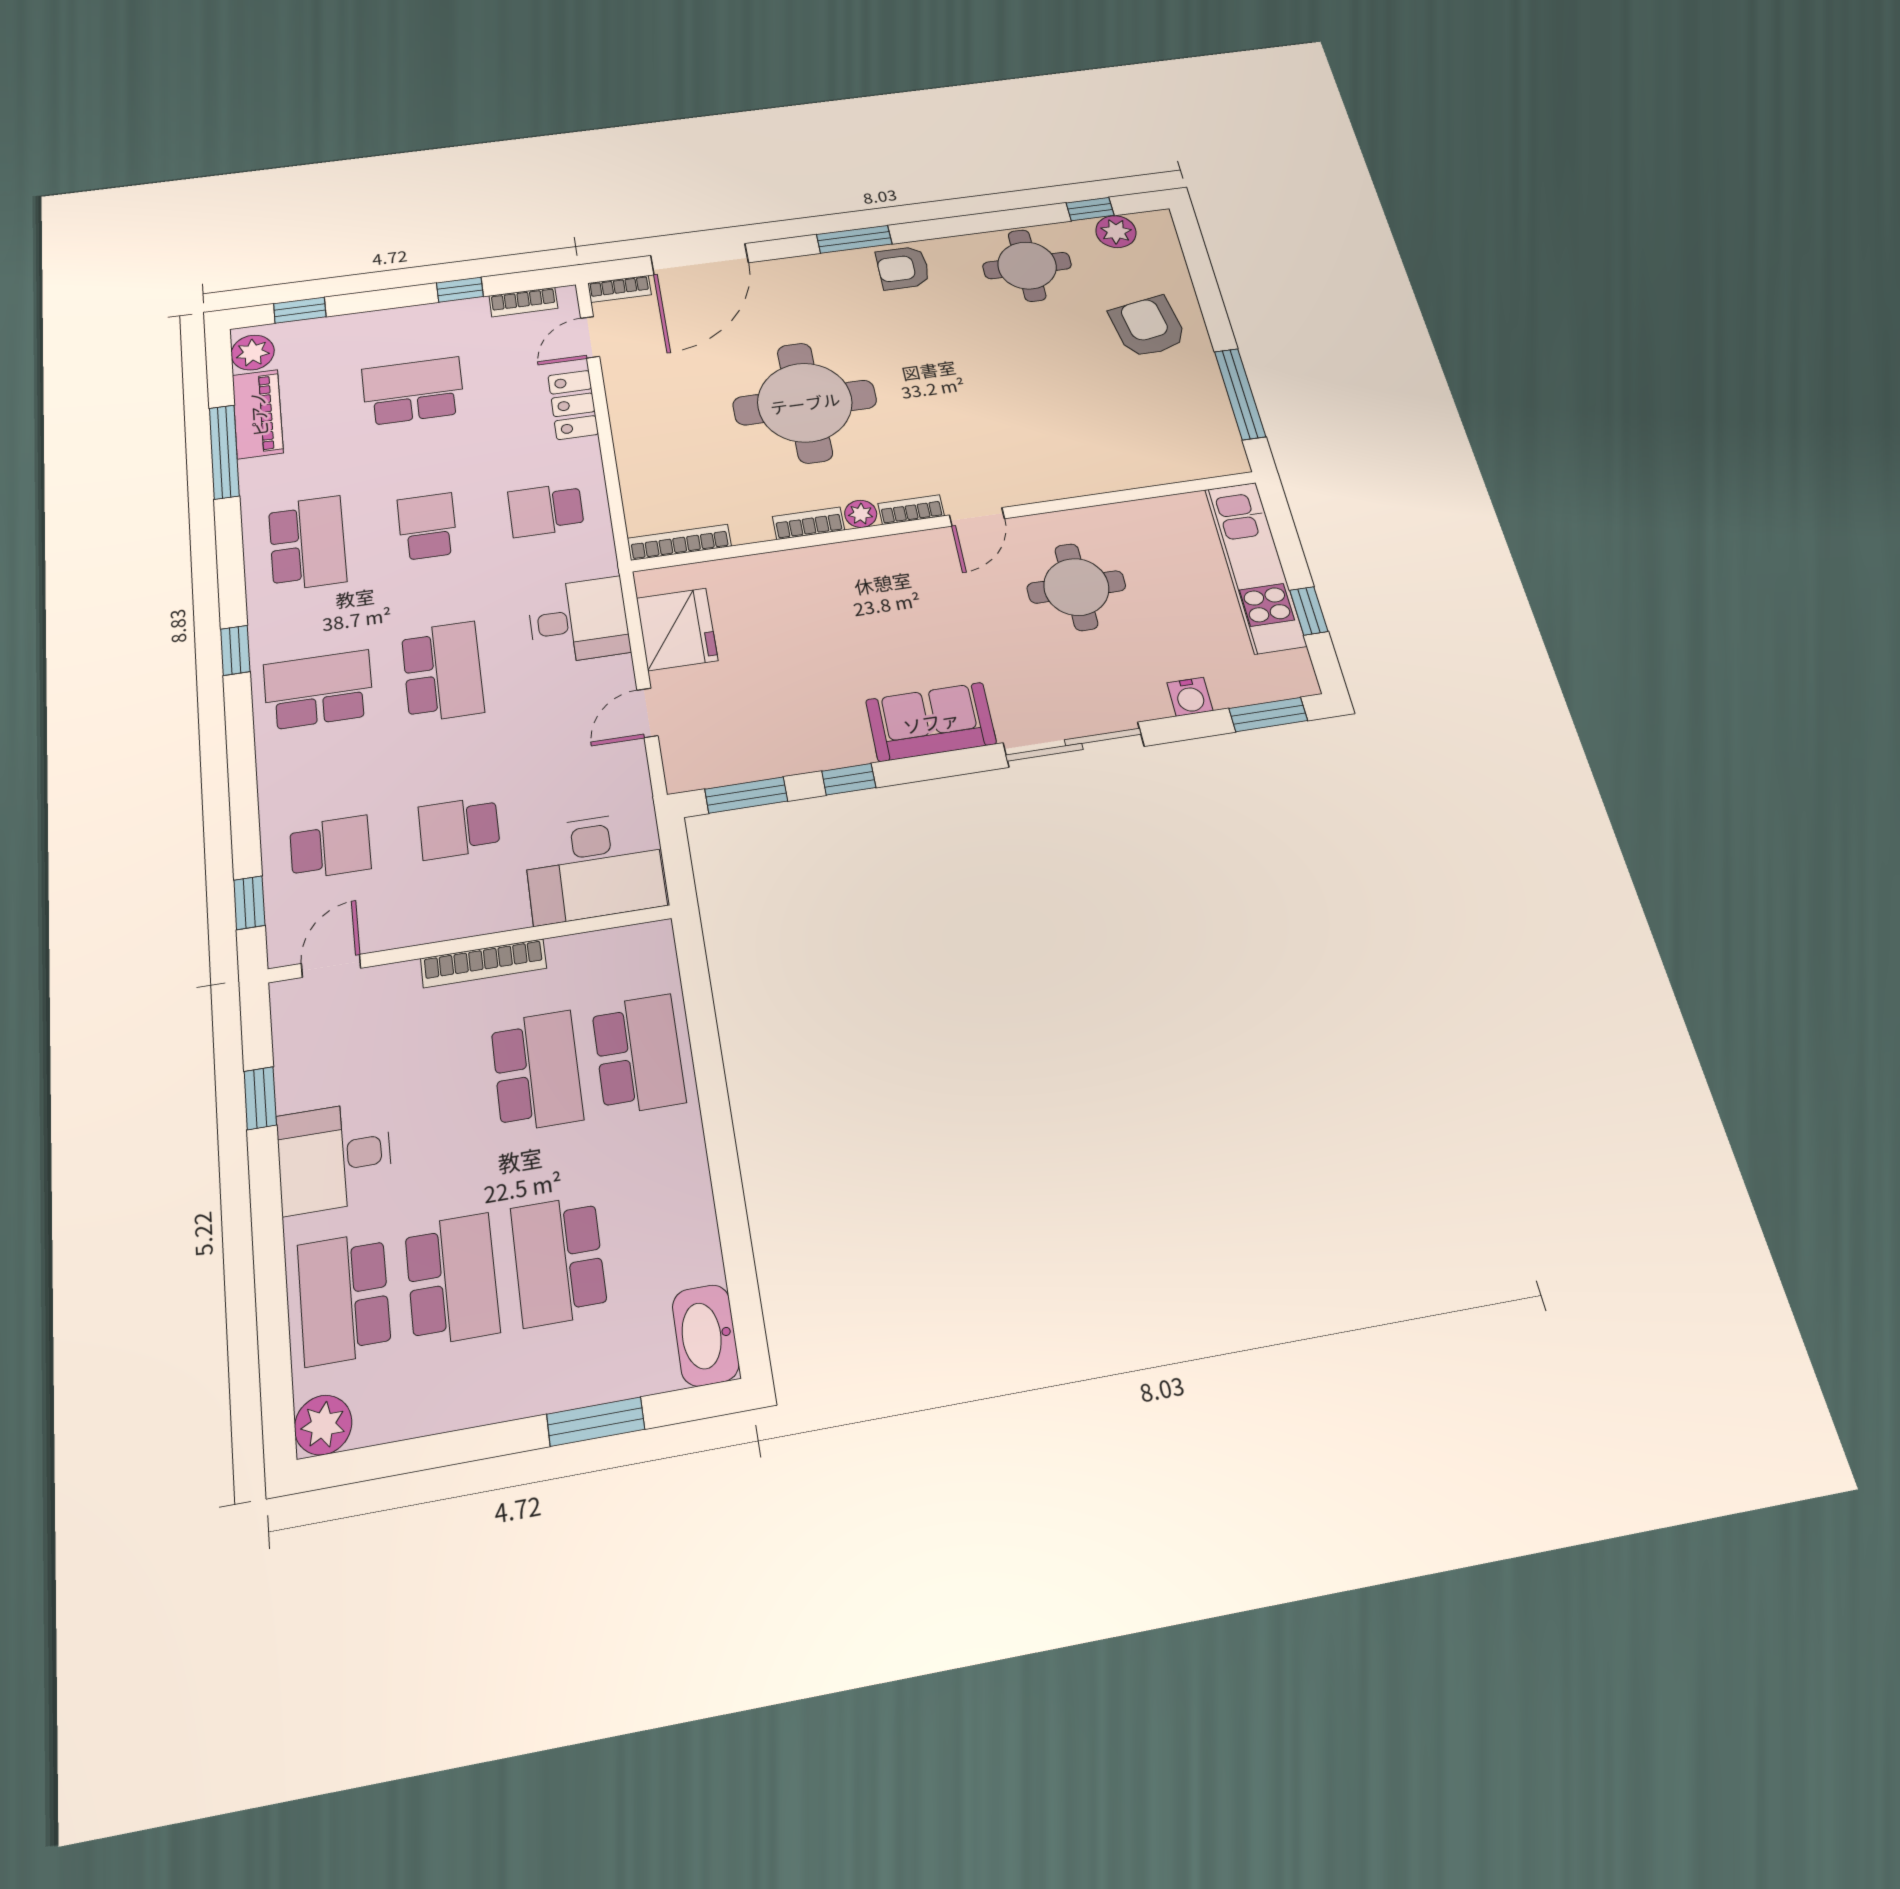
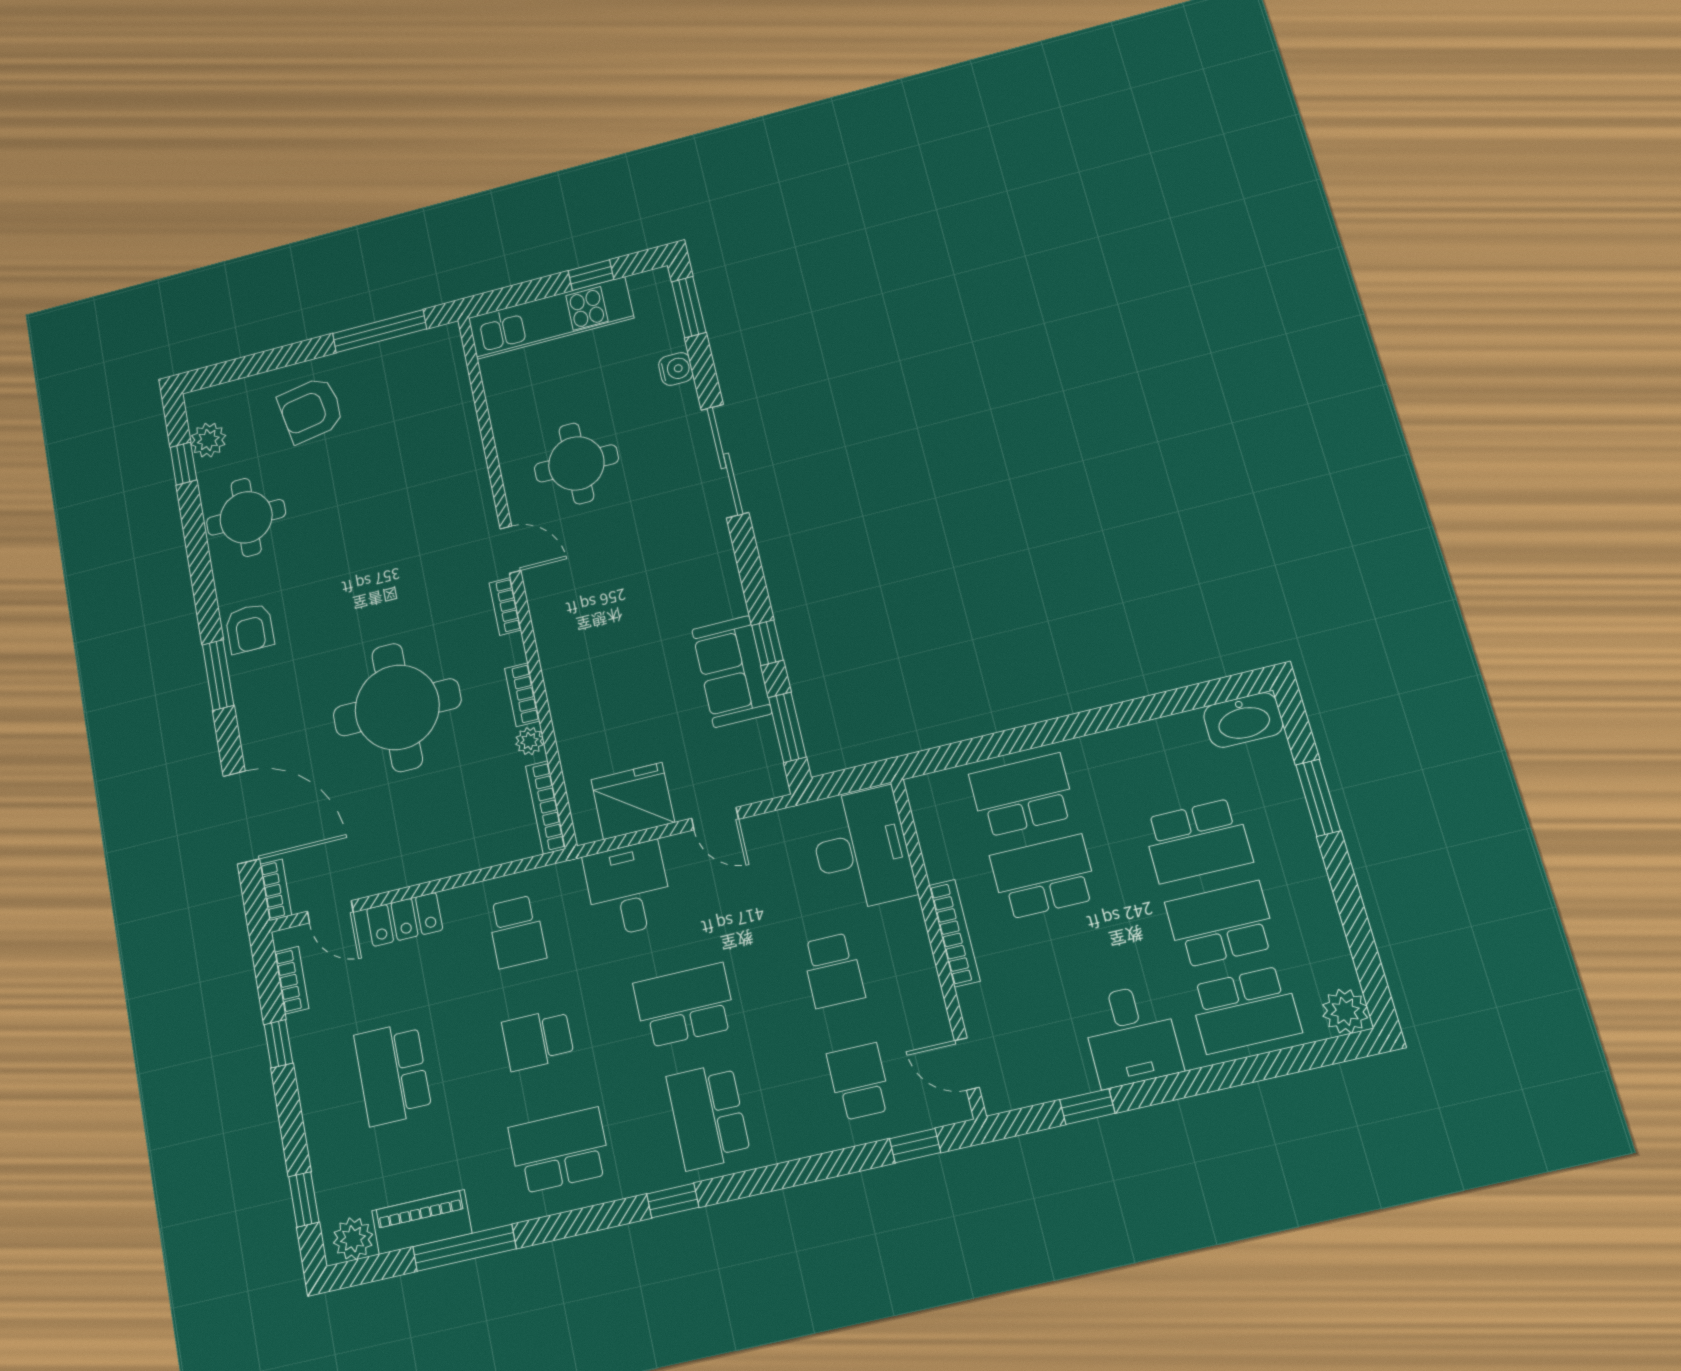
plant: (861, 514) -> (529, 741), moved
sofa: (931, 722) -> (732, 671), moved

